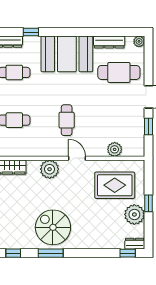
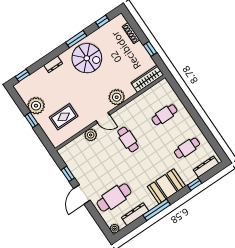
window: (85, 32) -> (157, 210), added
booth: (67, 54) -> (166, 186), width x0.73, depth x0.70
plant: (115, 149) -> (91, 135), moved
rug: (115, 185) -> (64, 117), width x0.73, depth x0.70
dresser: (135, 244) -> (53, 64), moved

